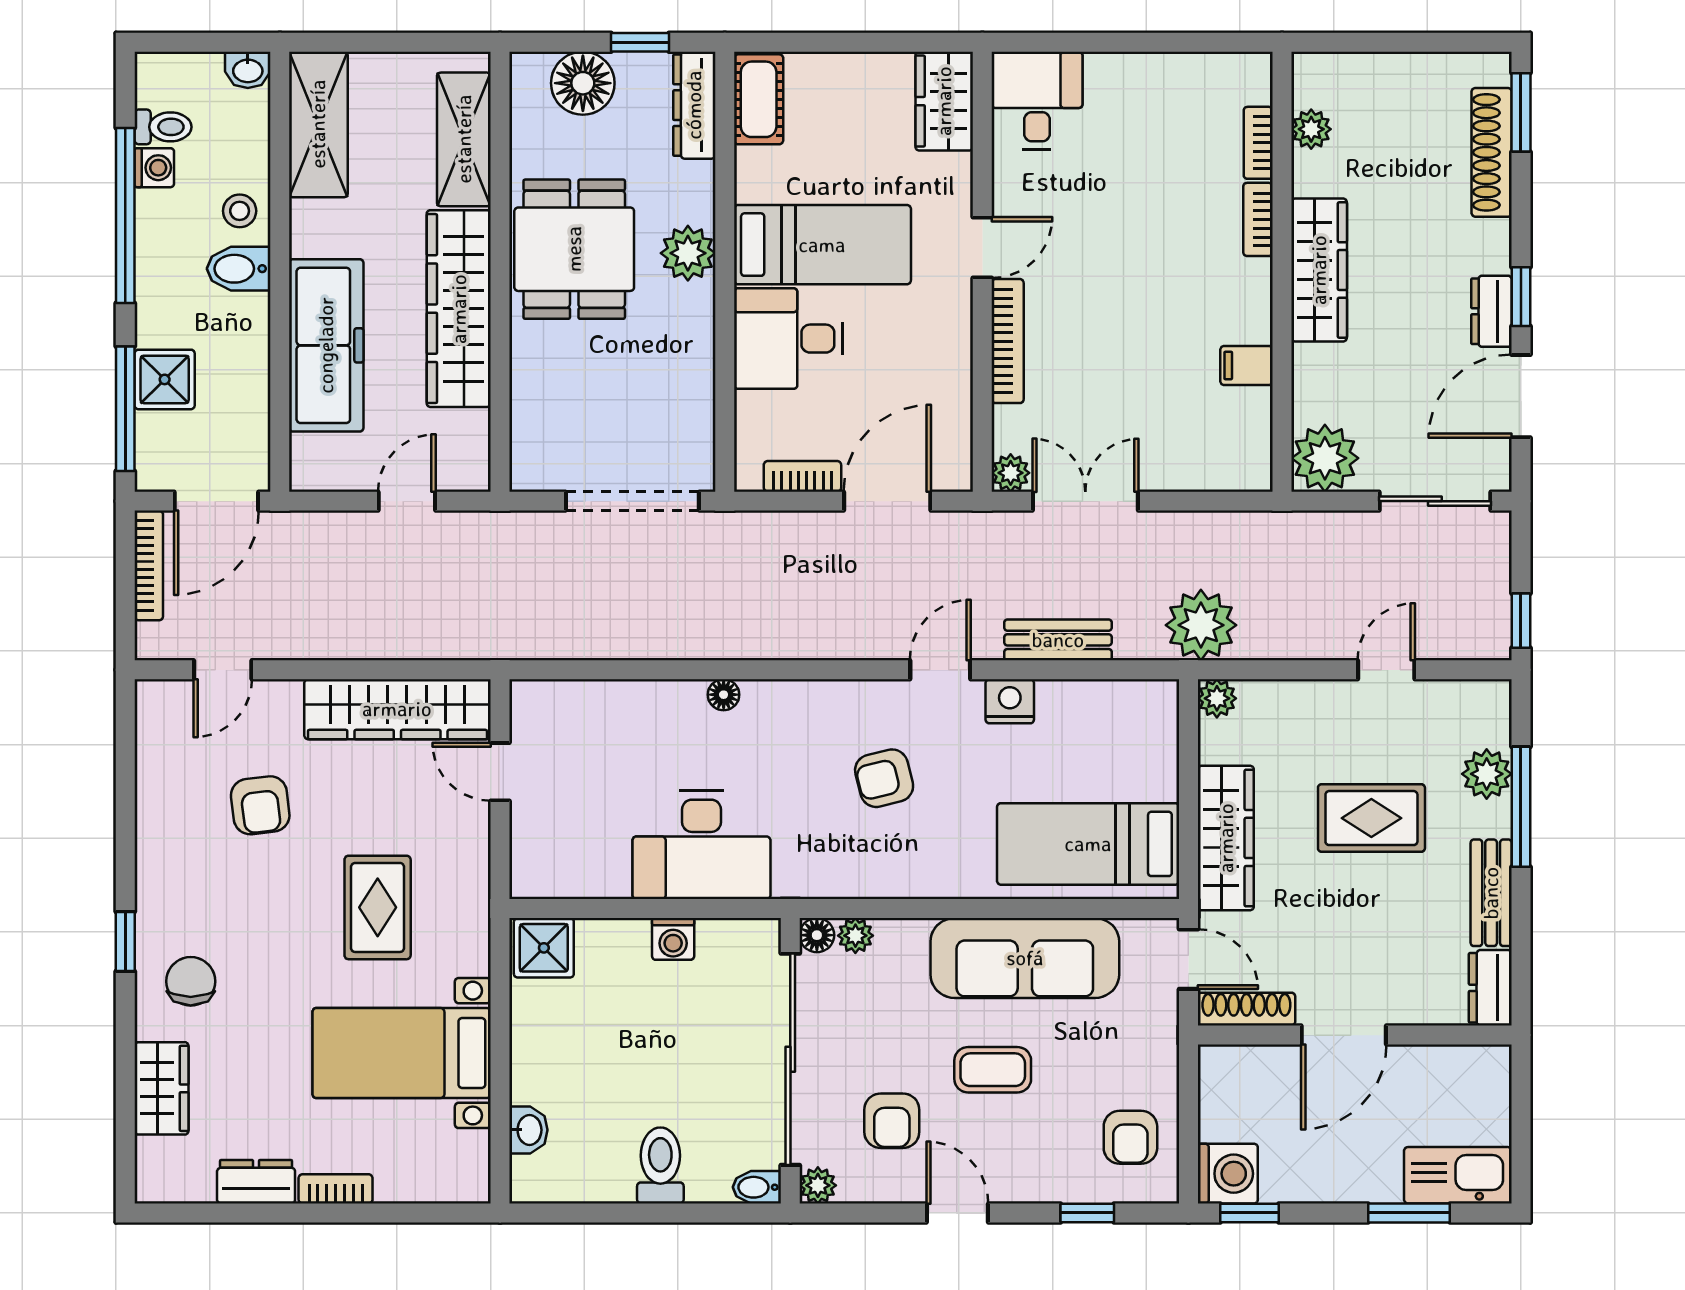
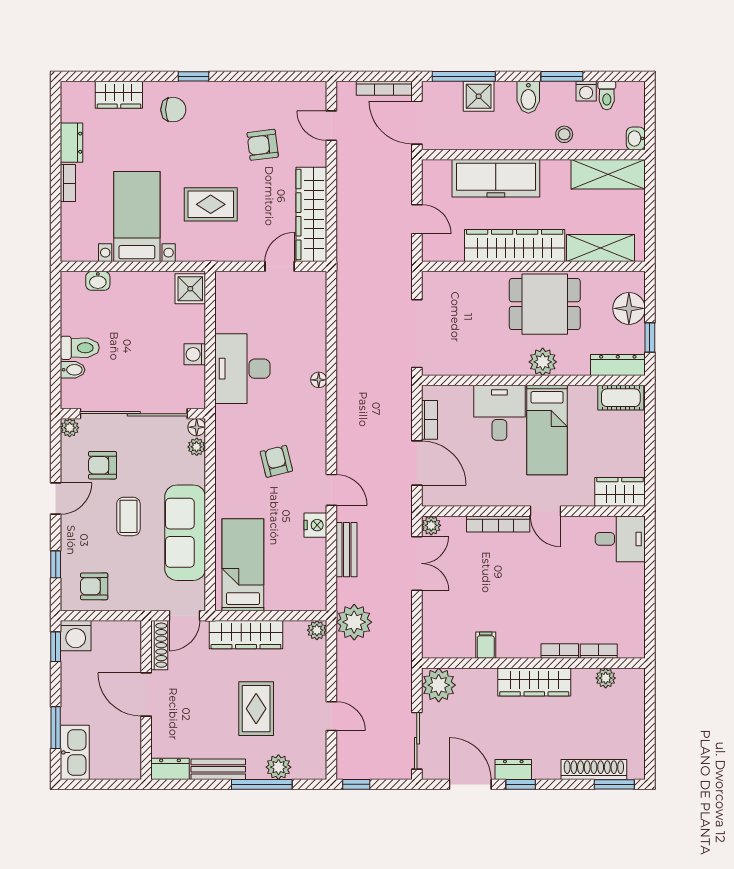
window: (125, 215) -> (562, 76), width x0.47
bidet: (239, 269) -> (528, 97), moved, turned 180
bidet: (757, 1187) -> (73, 370), moved, turned 90

